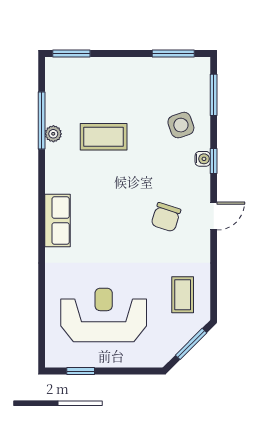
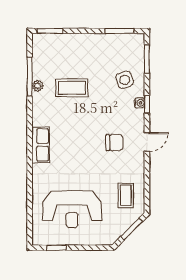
chair: (166, 217) -> (114, 143), turned -108
reception desk: (104, 315) -> (72, 209), turned 180

